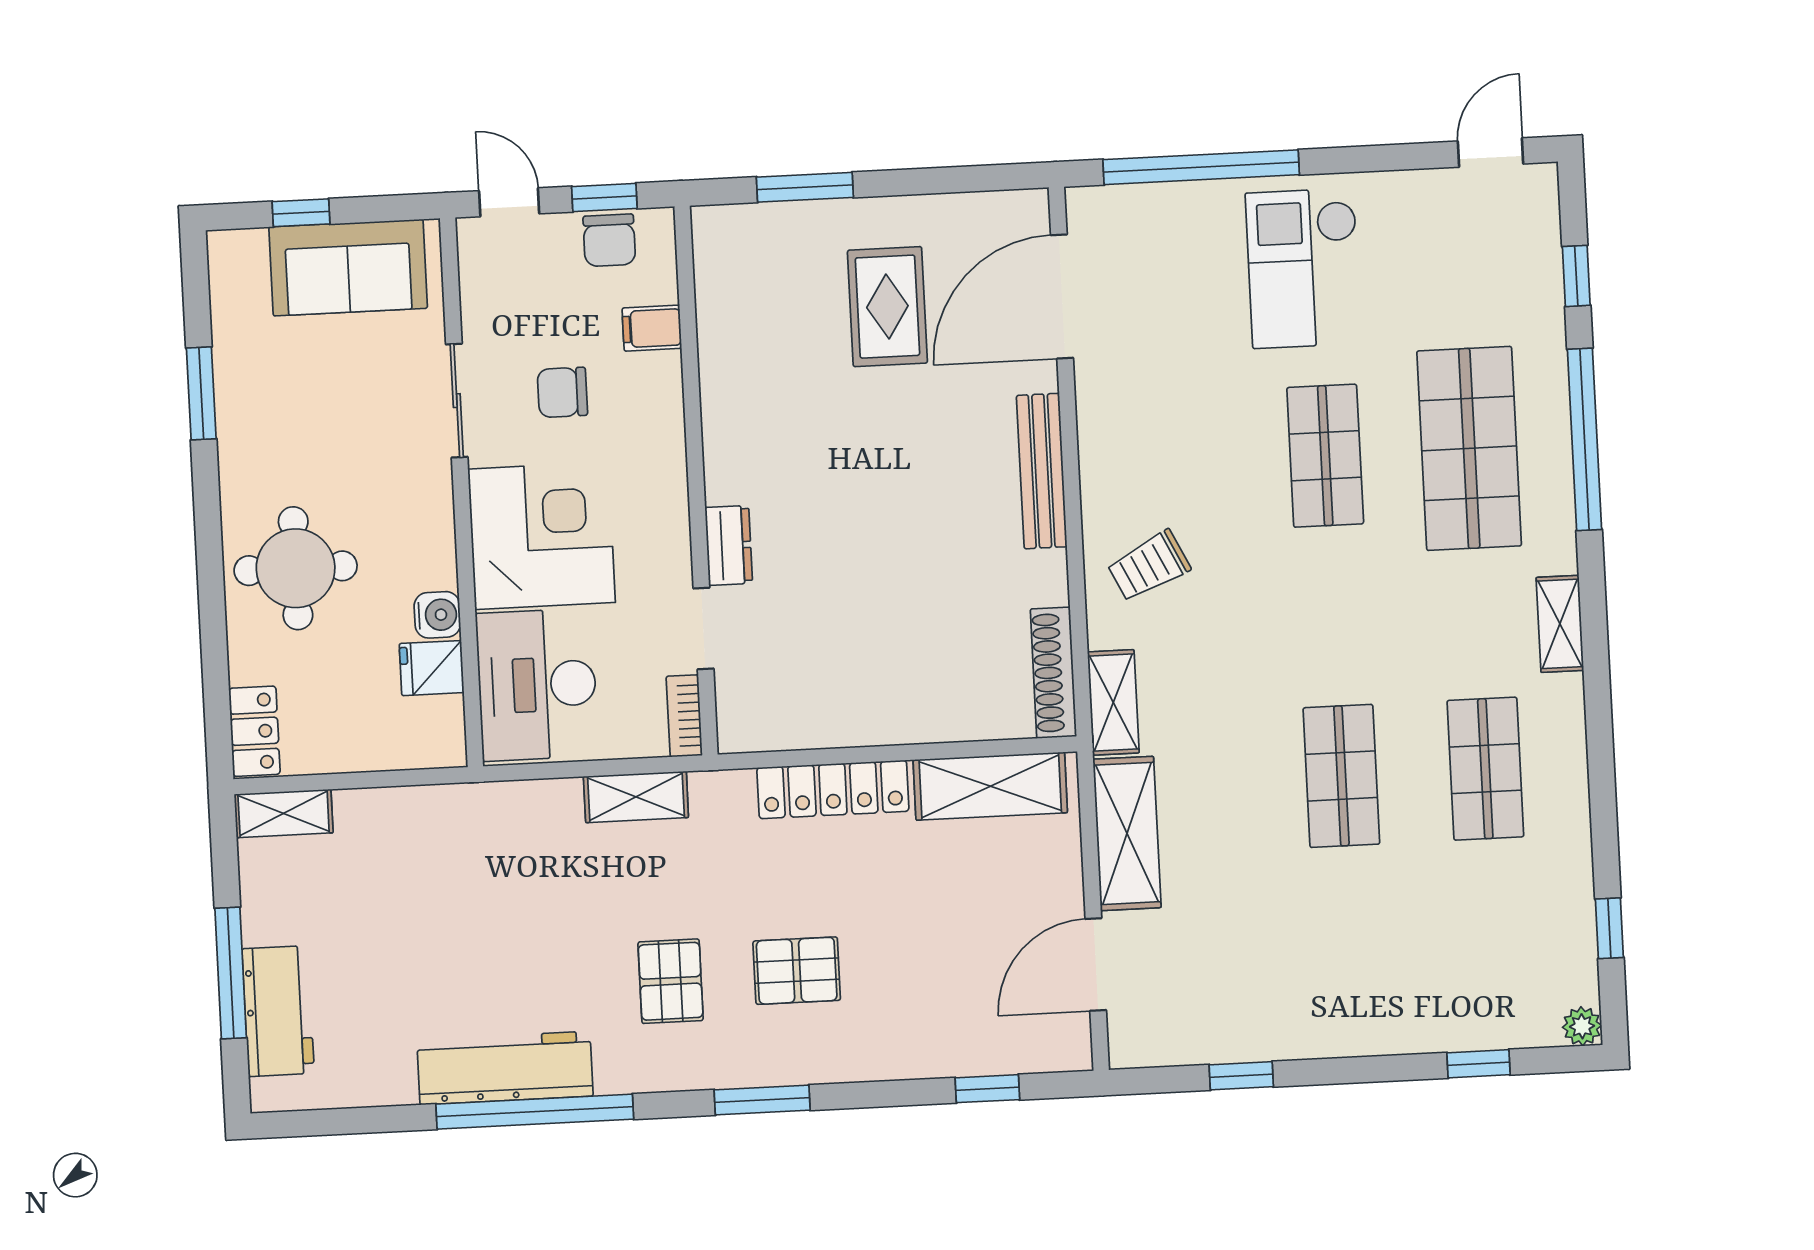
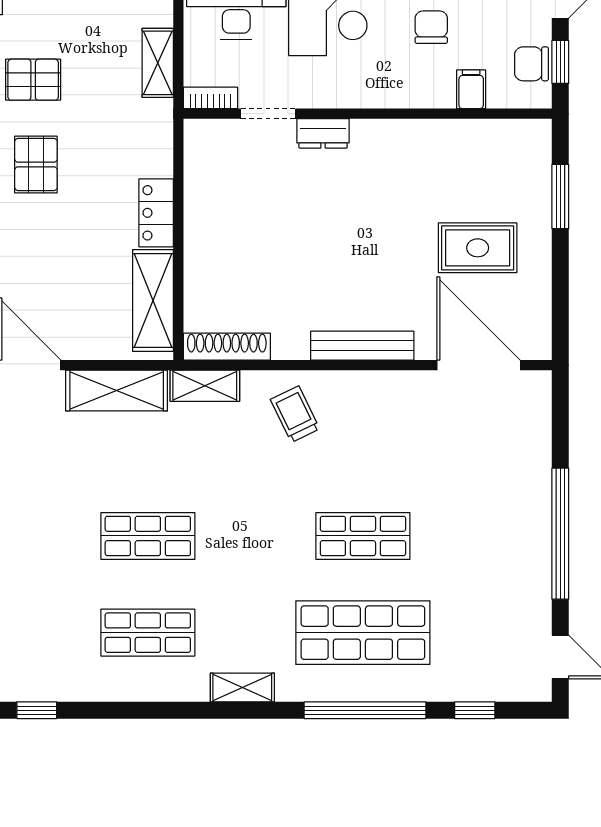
window: (1201, 167) -> (560, 534), moved
checkout: (1304, 268) -> (489, 528), removed
locker: (833, 789) -> (156, 213), width x0.66

